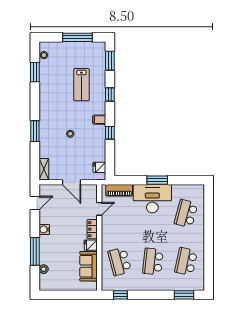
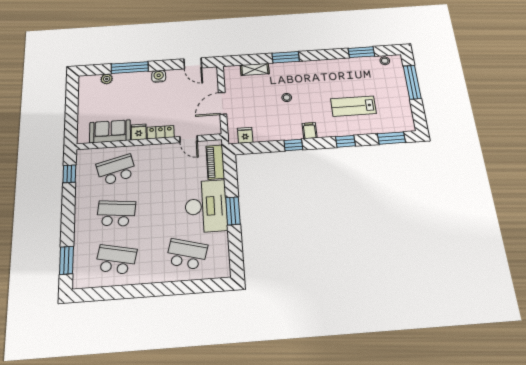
window: (77, 37) -> (412, 82), moved
shelving: (44, 169) -> (255, 69), moved

